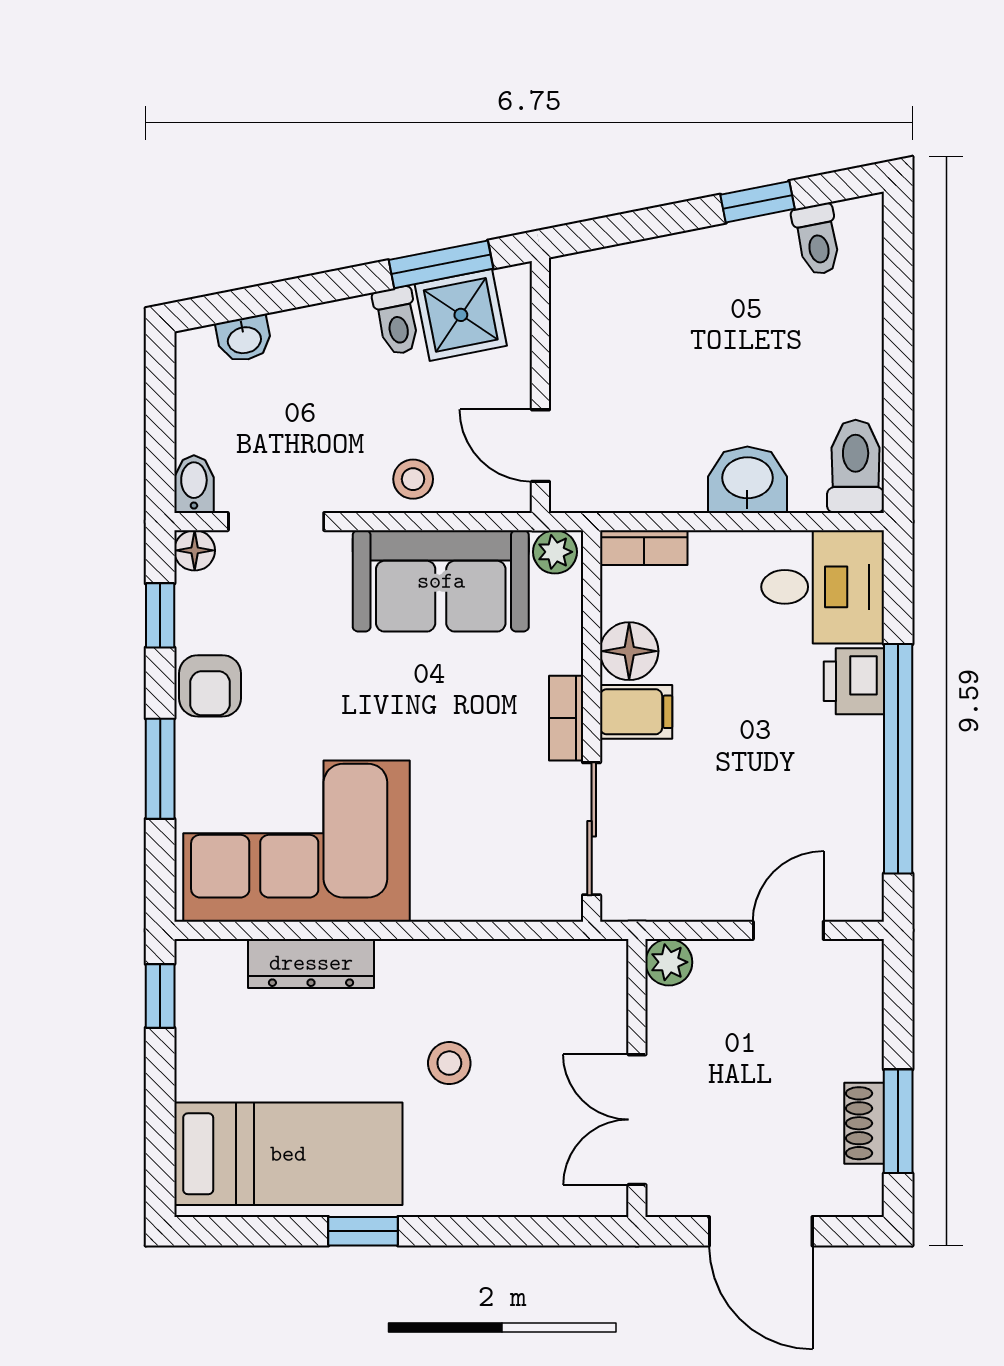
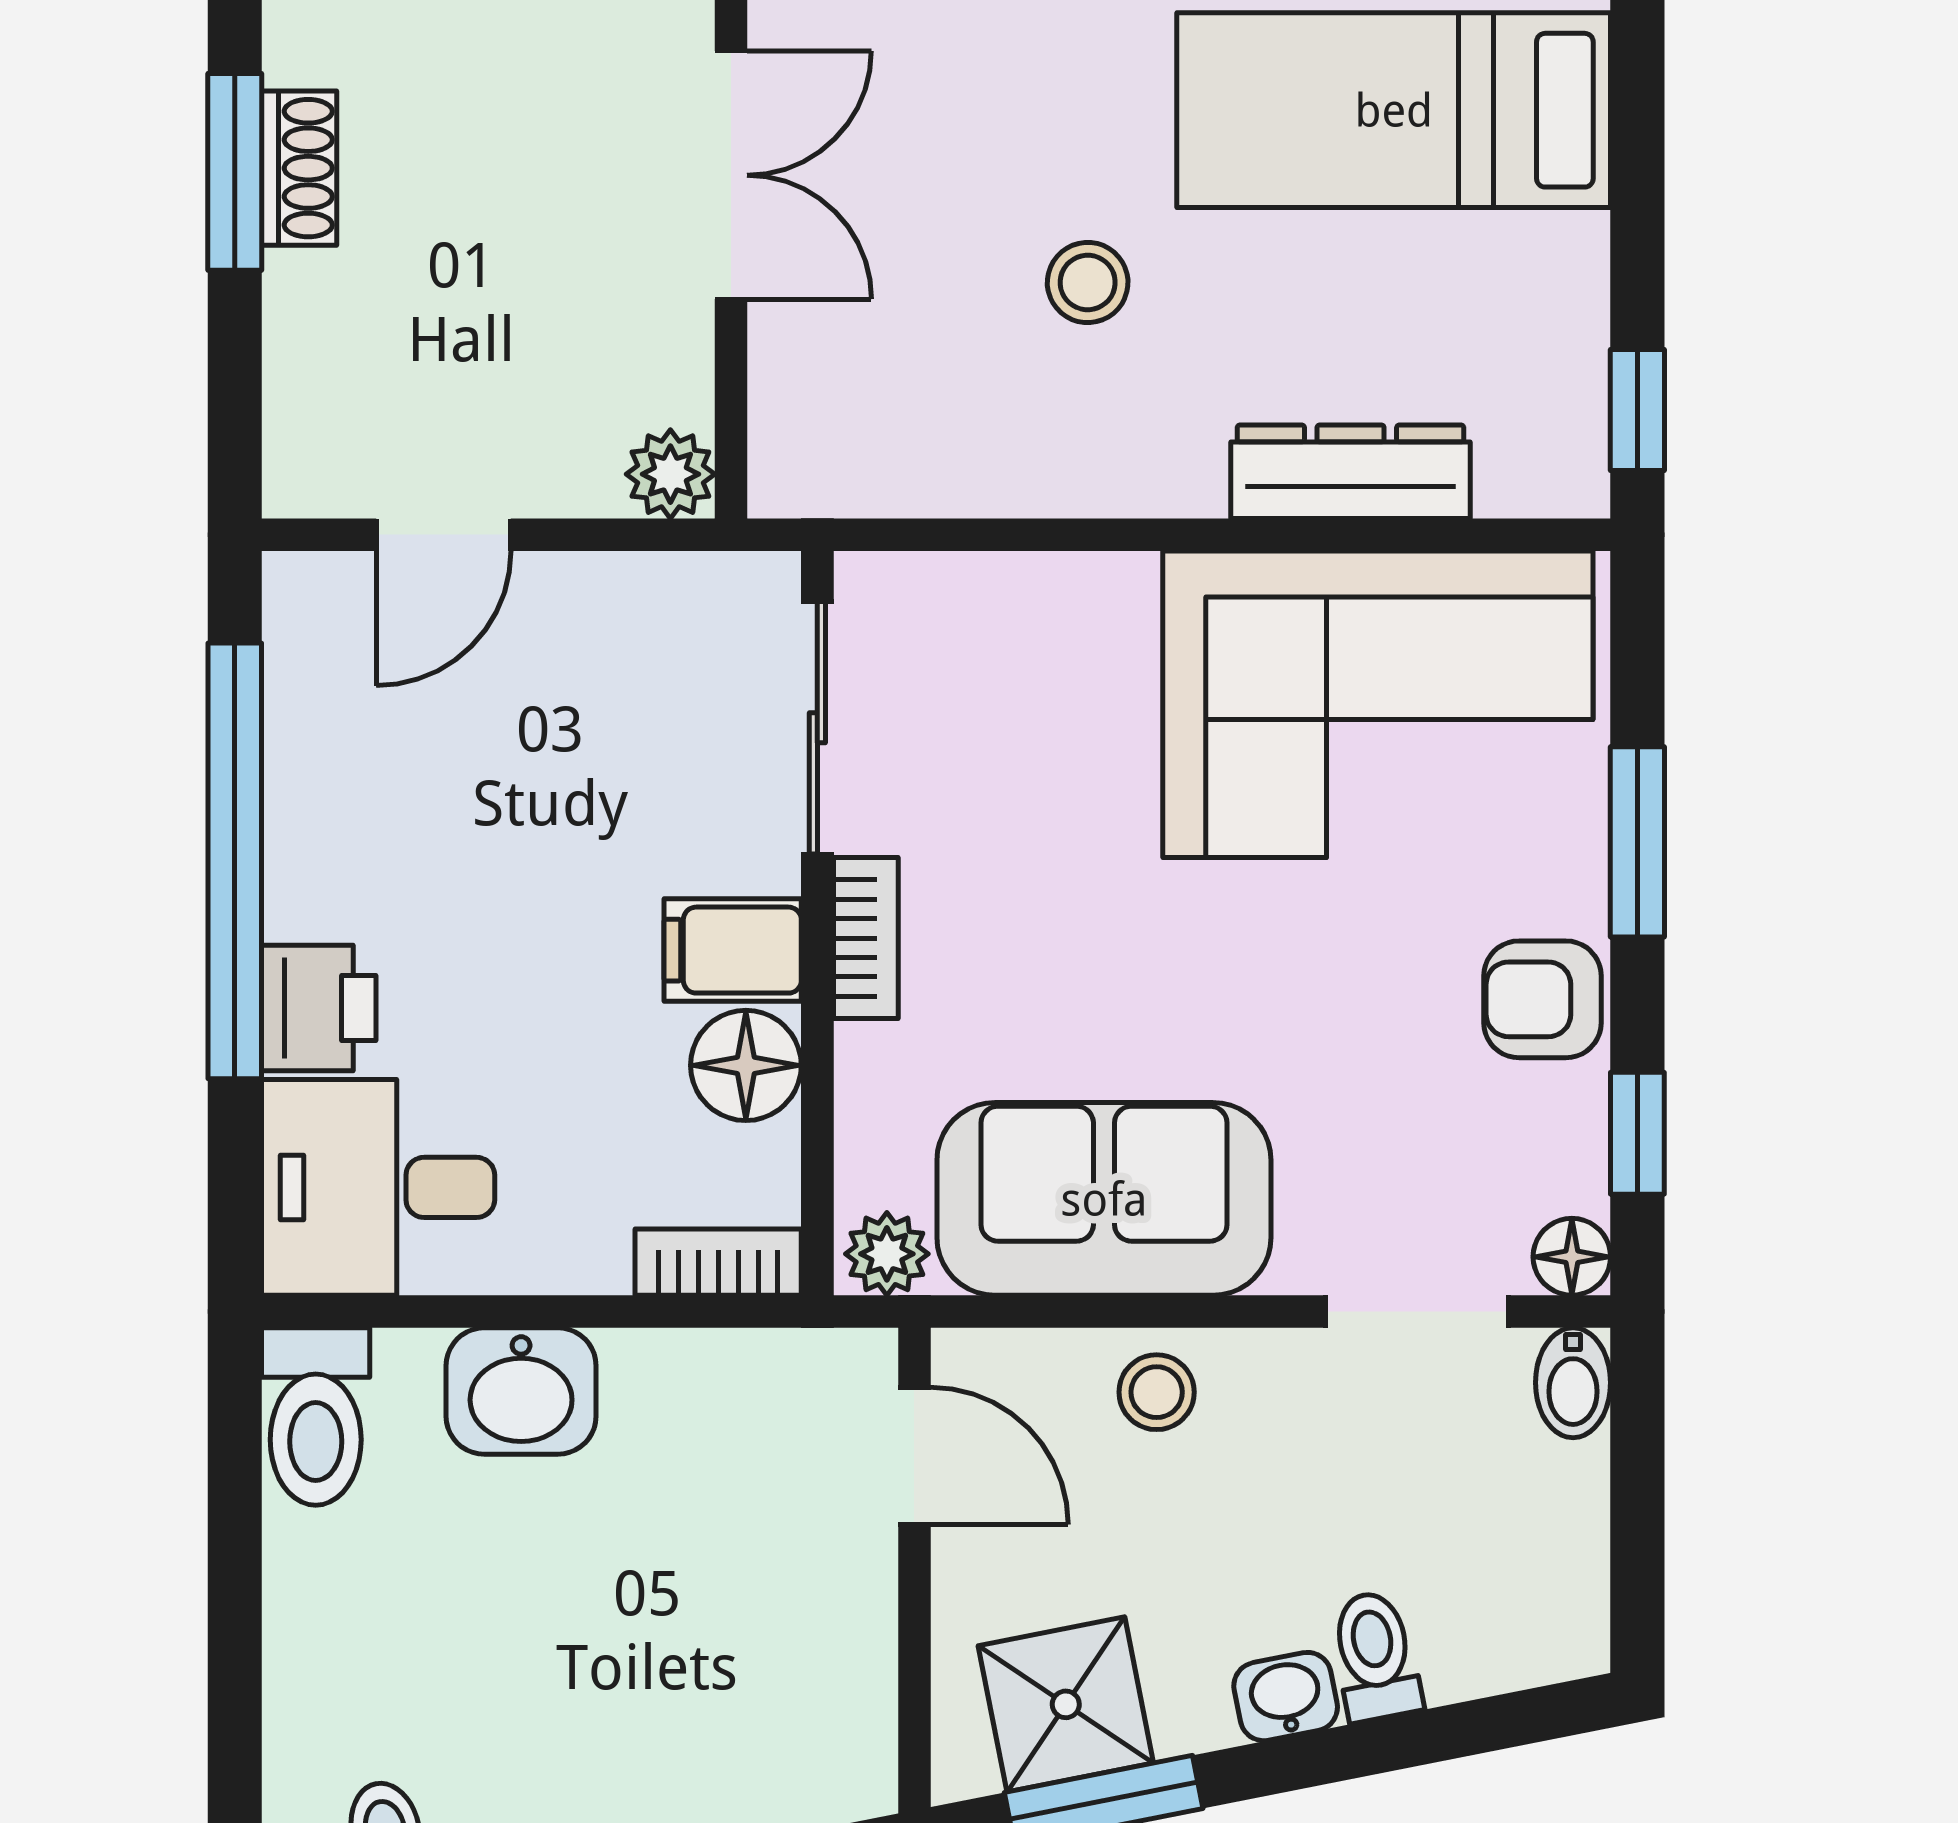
toilet: (397, 321) -> (1375, 1656), moved
washbasin: (244, 339) -> (1286, 1697), moved
armchair: (210, 686) -> (1542, 999), turned -90

